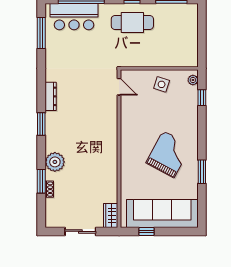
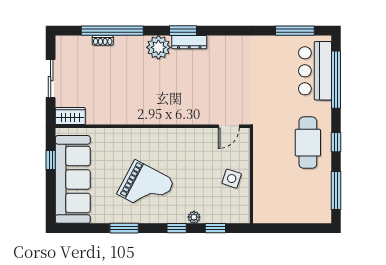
plant: (193, 80) -> (194, 217), moved
dresser: (51, 96) -> (189, 42), moved
window: (202, 129) -> (177, 228), added
plant: (55, 162) -> (158, 47), moved
window: (41, 181) -> (112, 31), width x2.11

